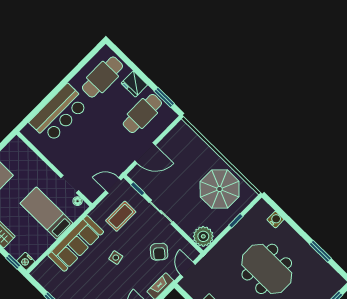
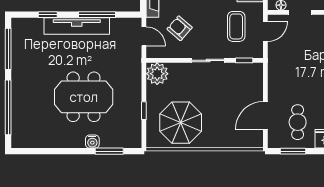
cafe table: (142, 113) -> (298, 122), width x0.73, depth x0.74
door: (145, 153) -> (265, 116), moved
door: (113, 185) -> (265, 31), moved
water cooler: (275, 220) -> (92, 142), moved
window: (320, 251) -> (109, 151), moved

